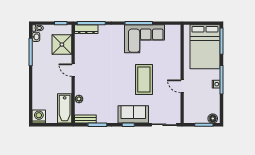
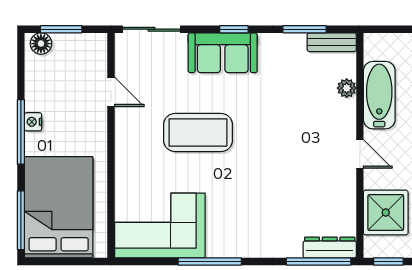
corner sofa: (144, 39) -> (160, 226), moved
coffee table: (144, 80) -> (198, 133), turned 90
door: (182, 86) -> (111, 92), moved
bathtub: (65, 108) -> (379, 95), moved

